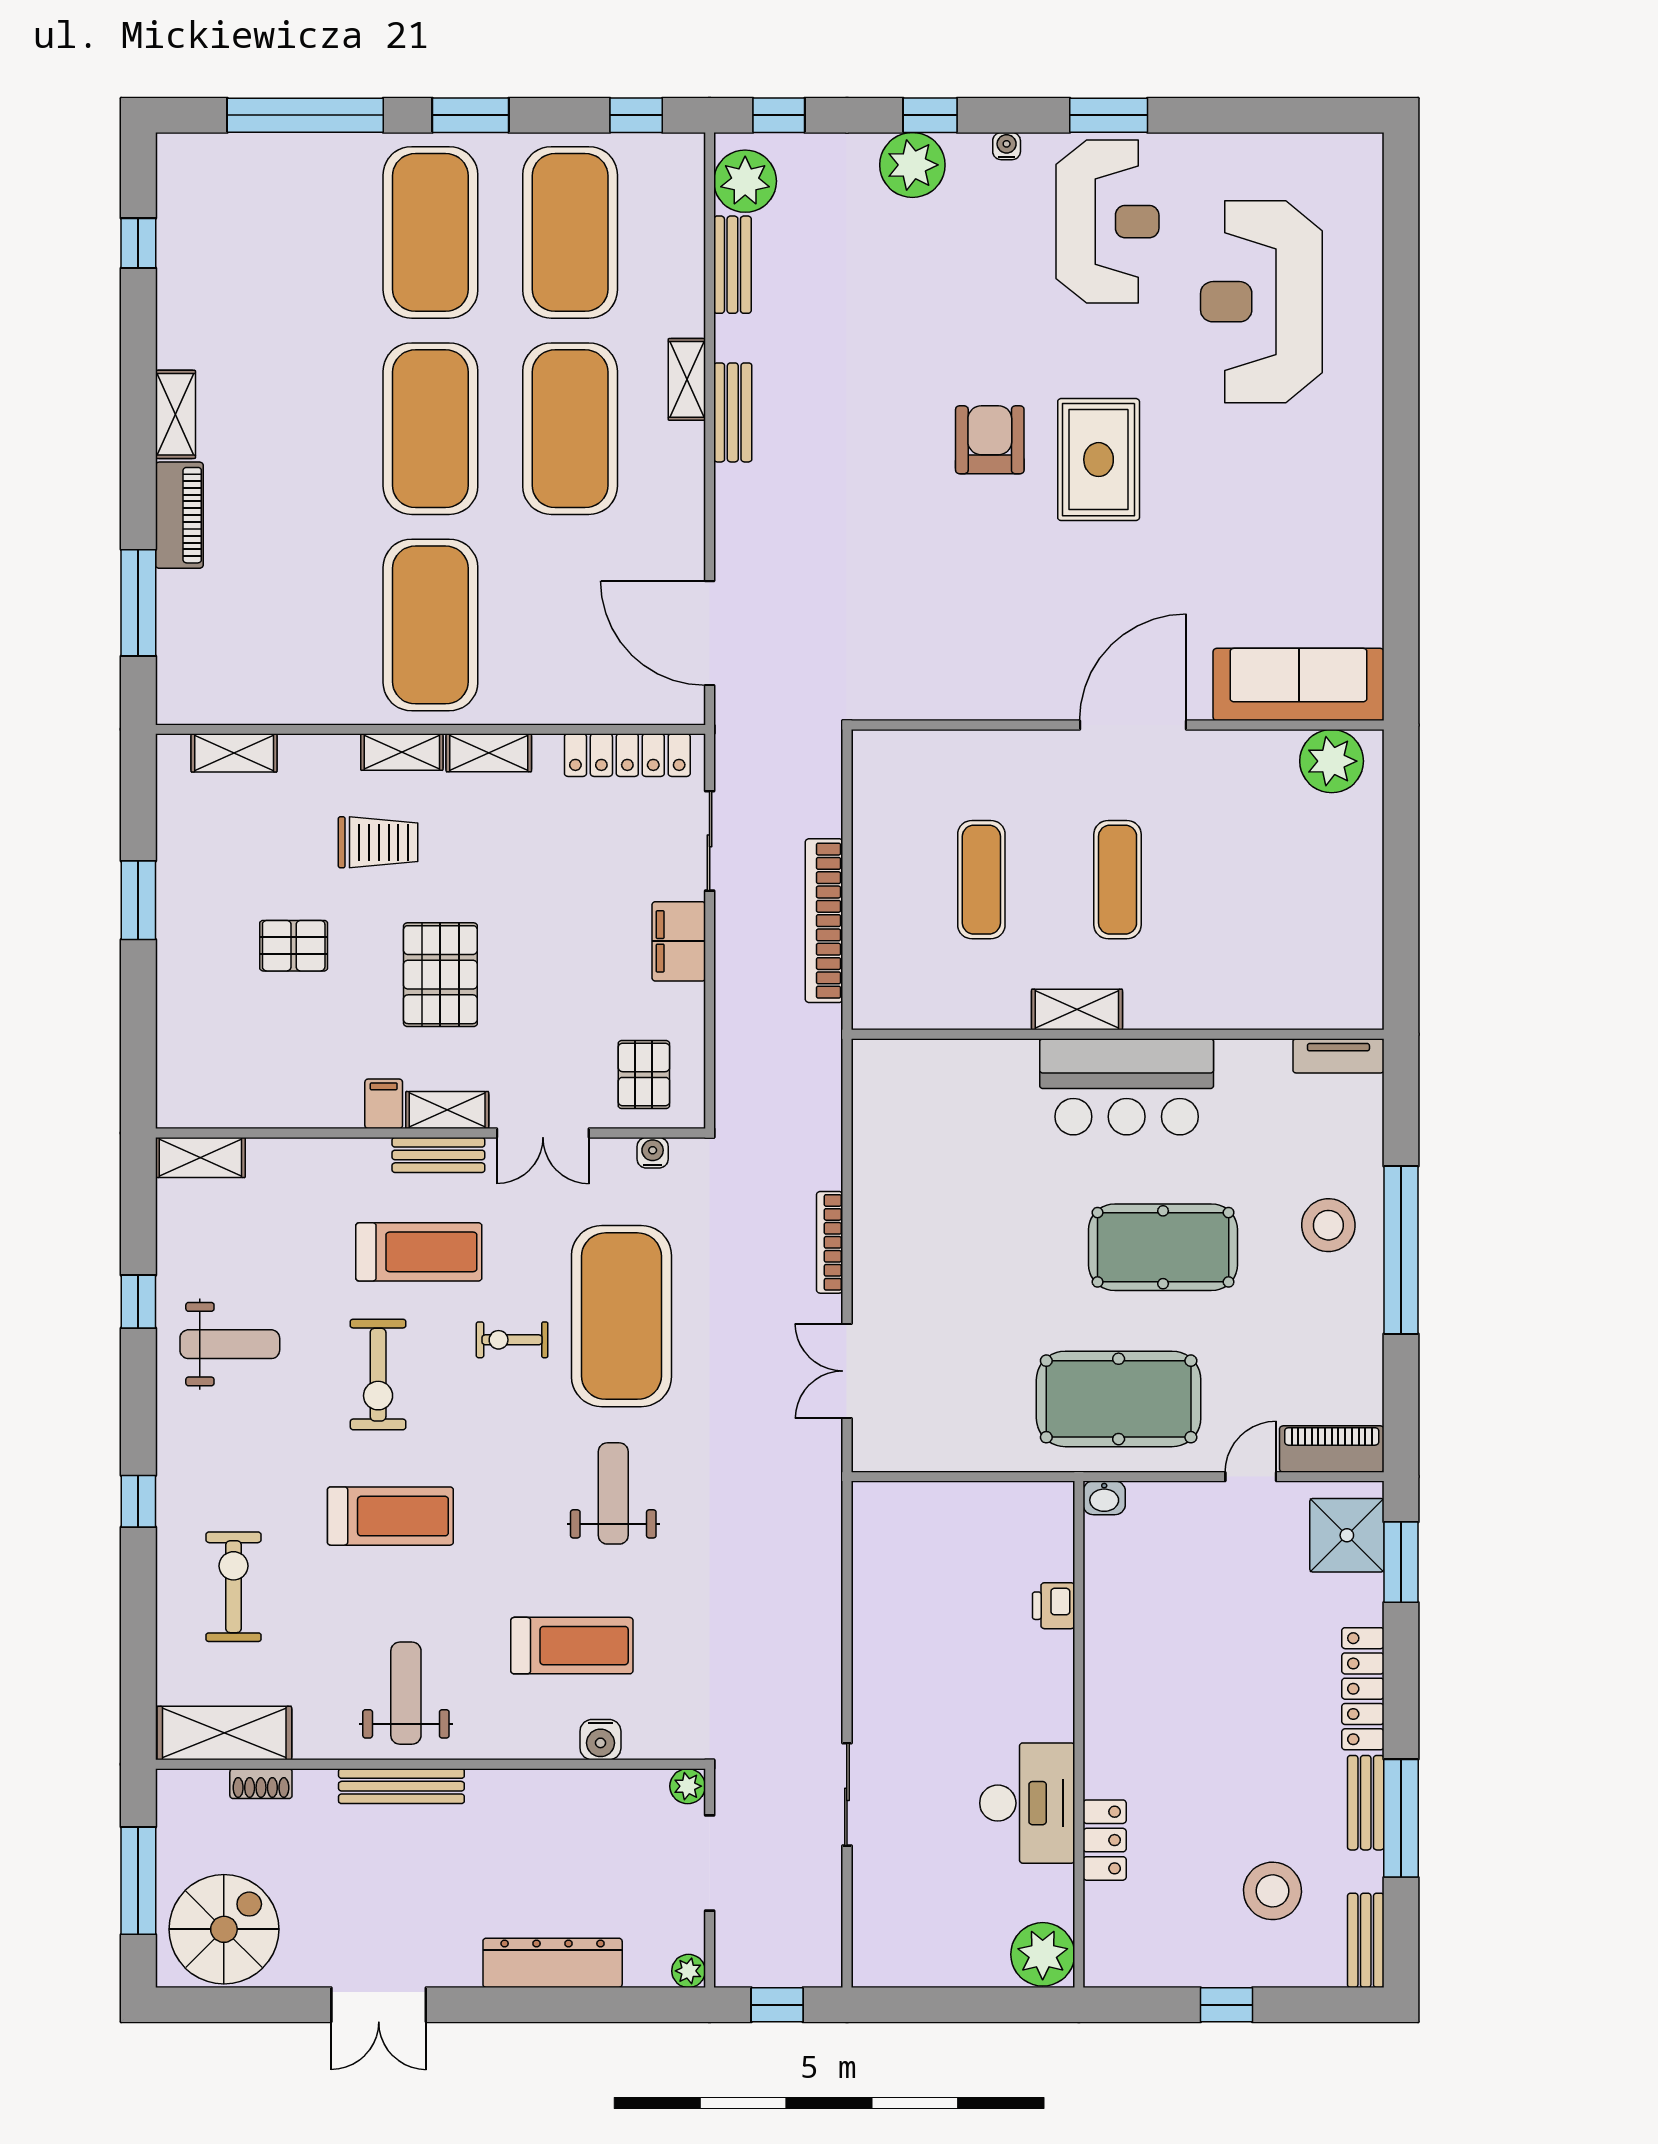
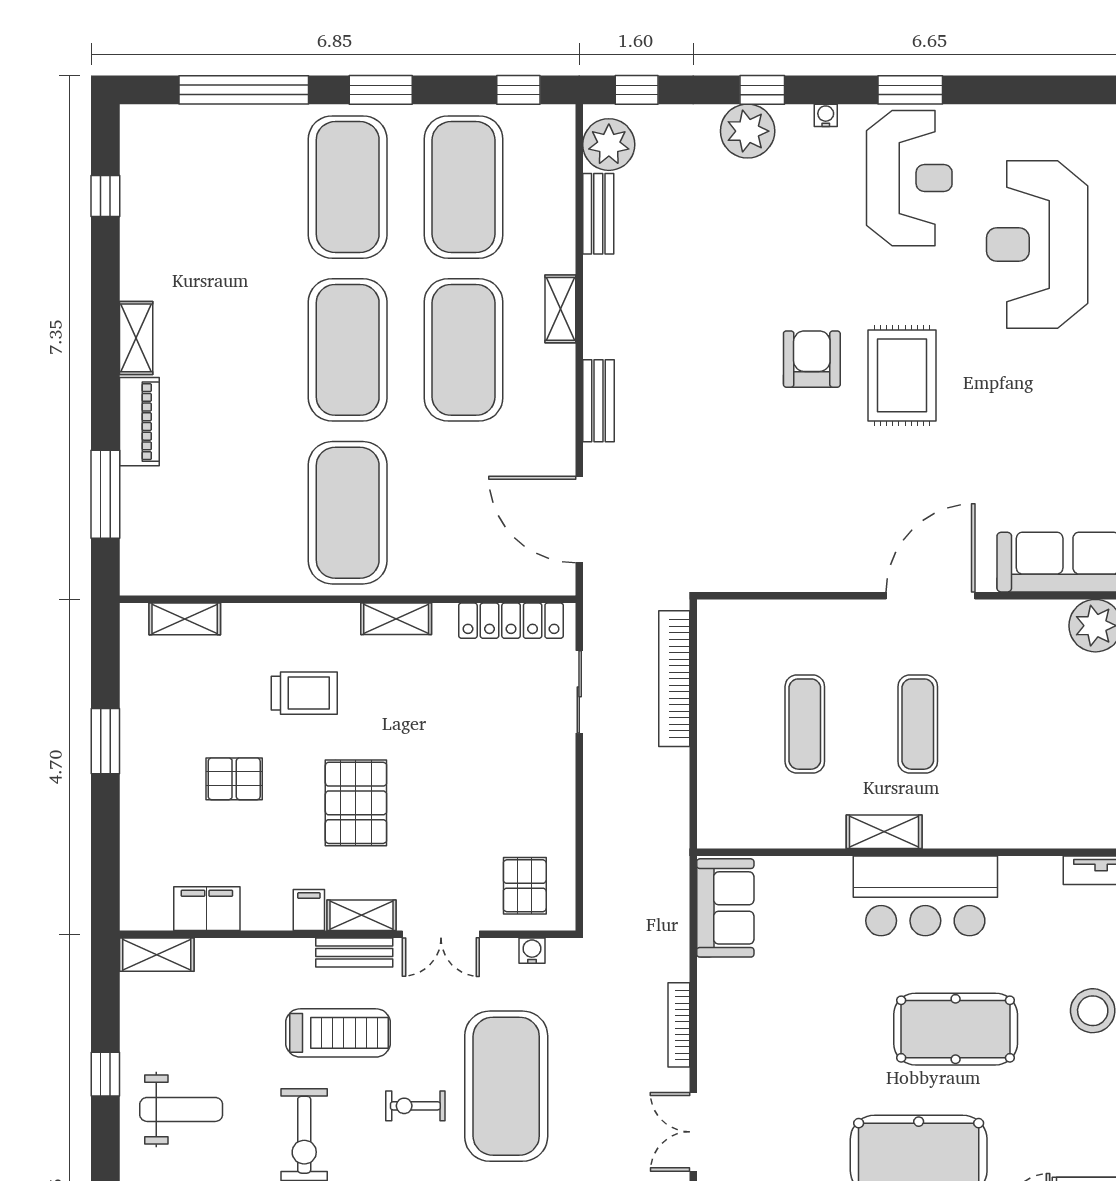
bench: (733, 412) -> (599, 401), moved
shelving: (402, 752) -> (324, 618), removed
bookcase: (824, 921) -> (674, 679), moved
filing cabinet: (679, 941) -> (207, 909), moved, turned 90
sofa: (886, 1101) -> (725, 908), added

